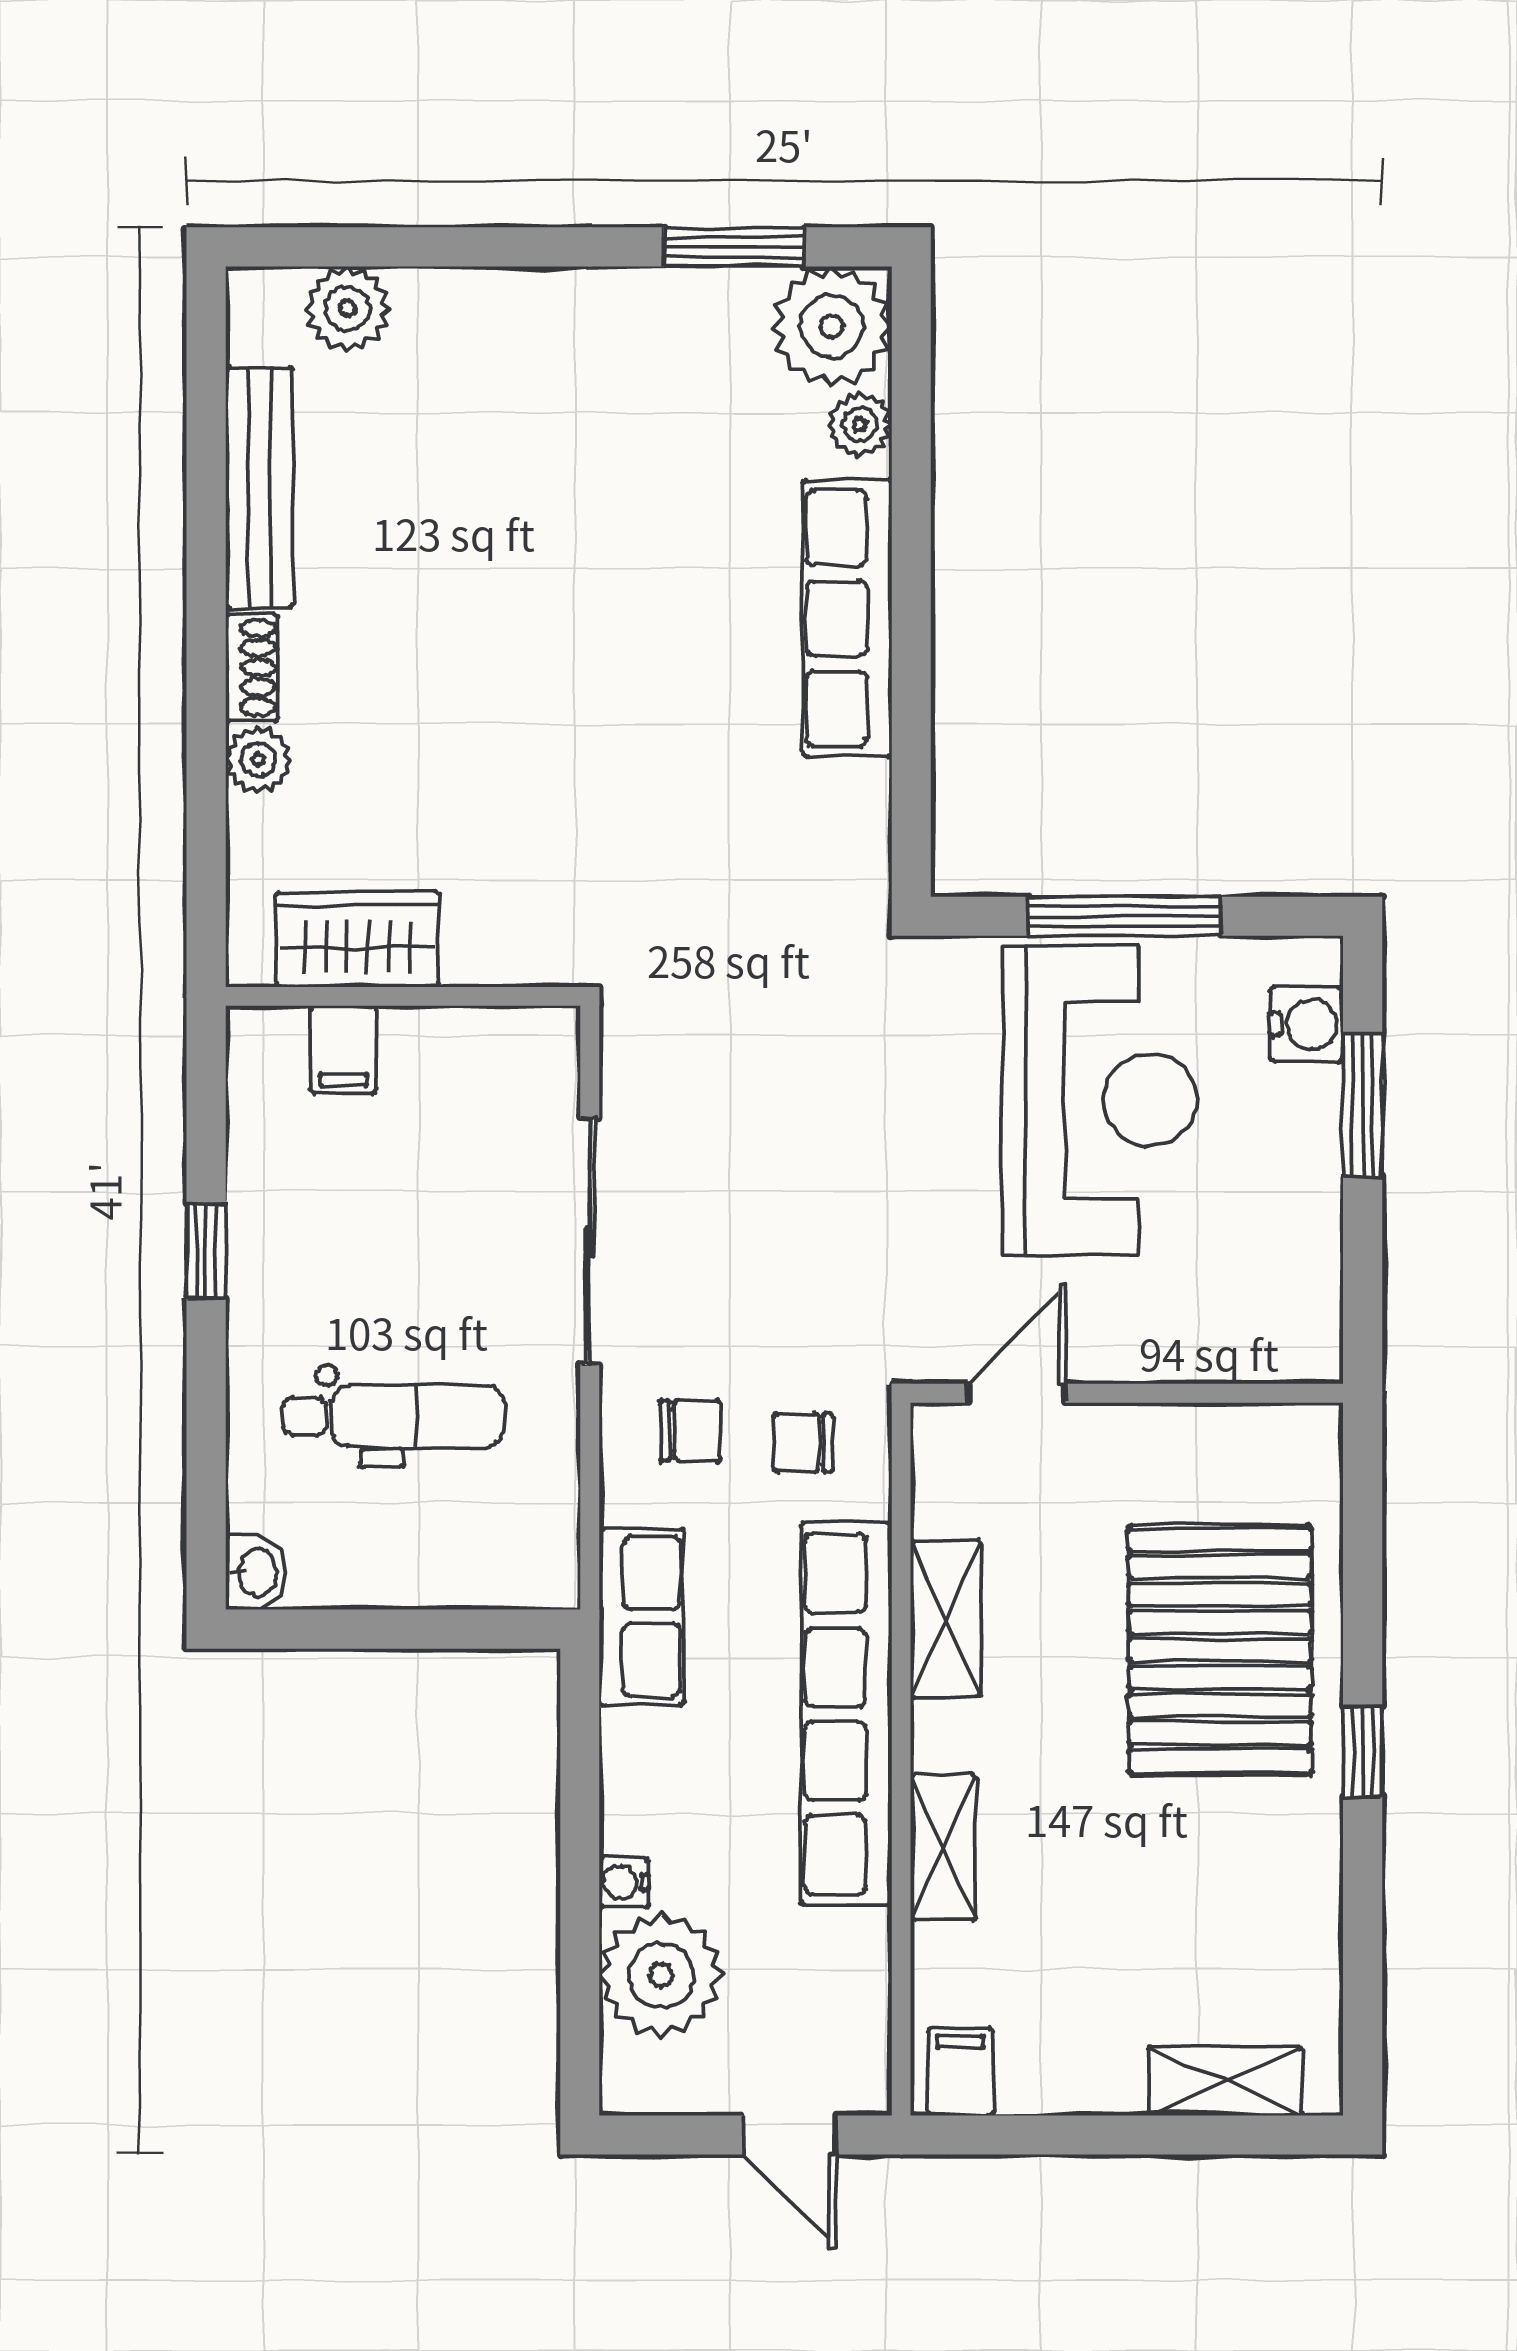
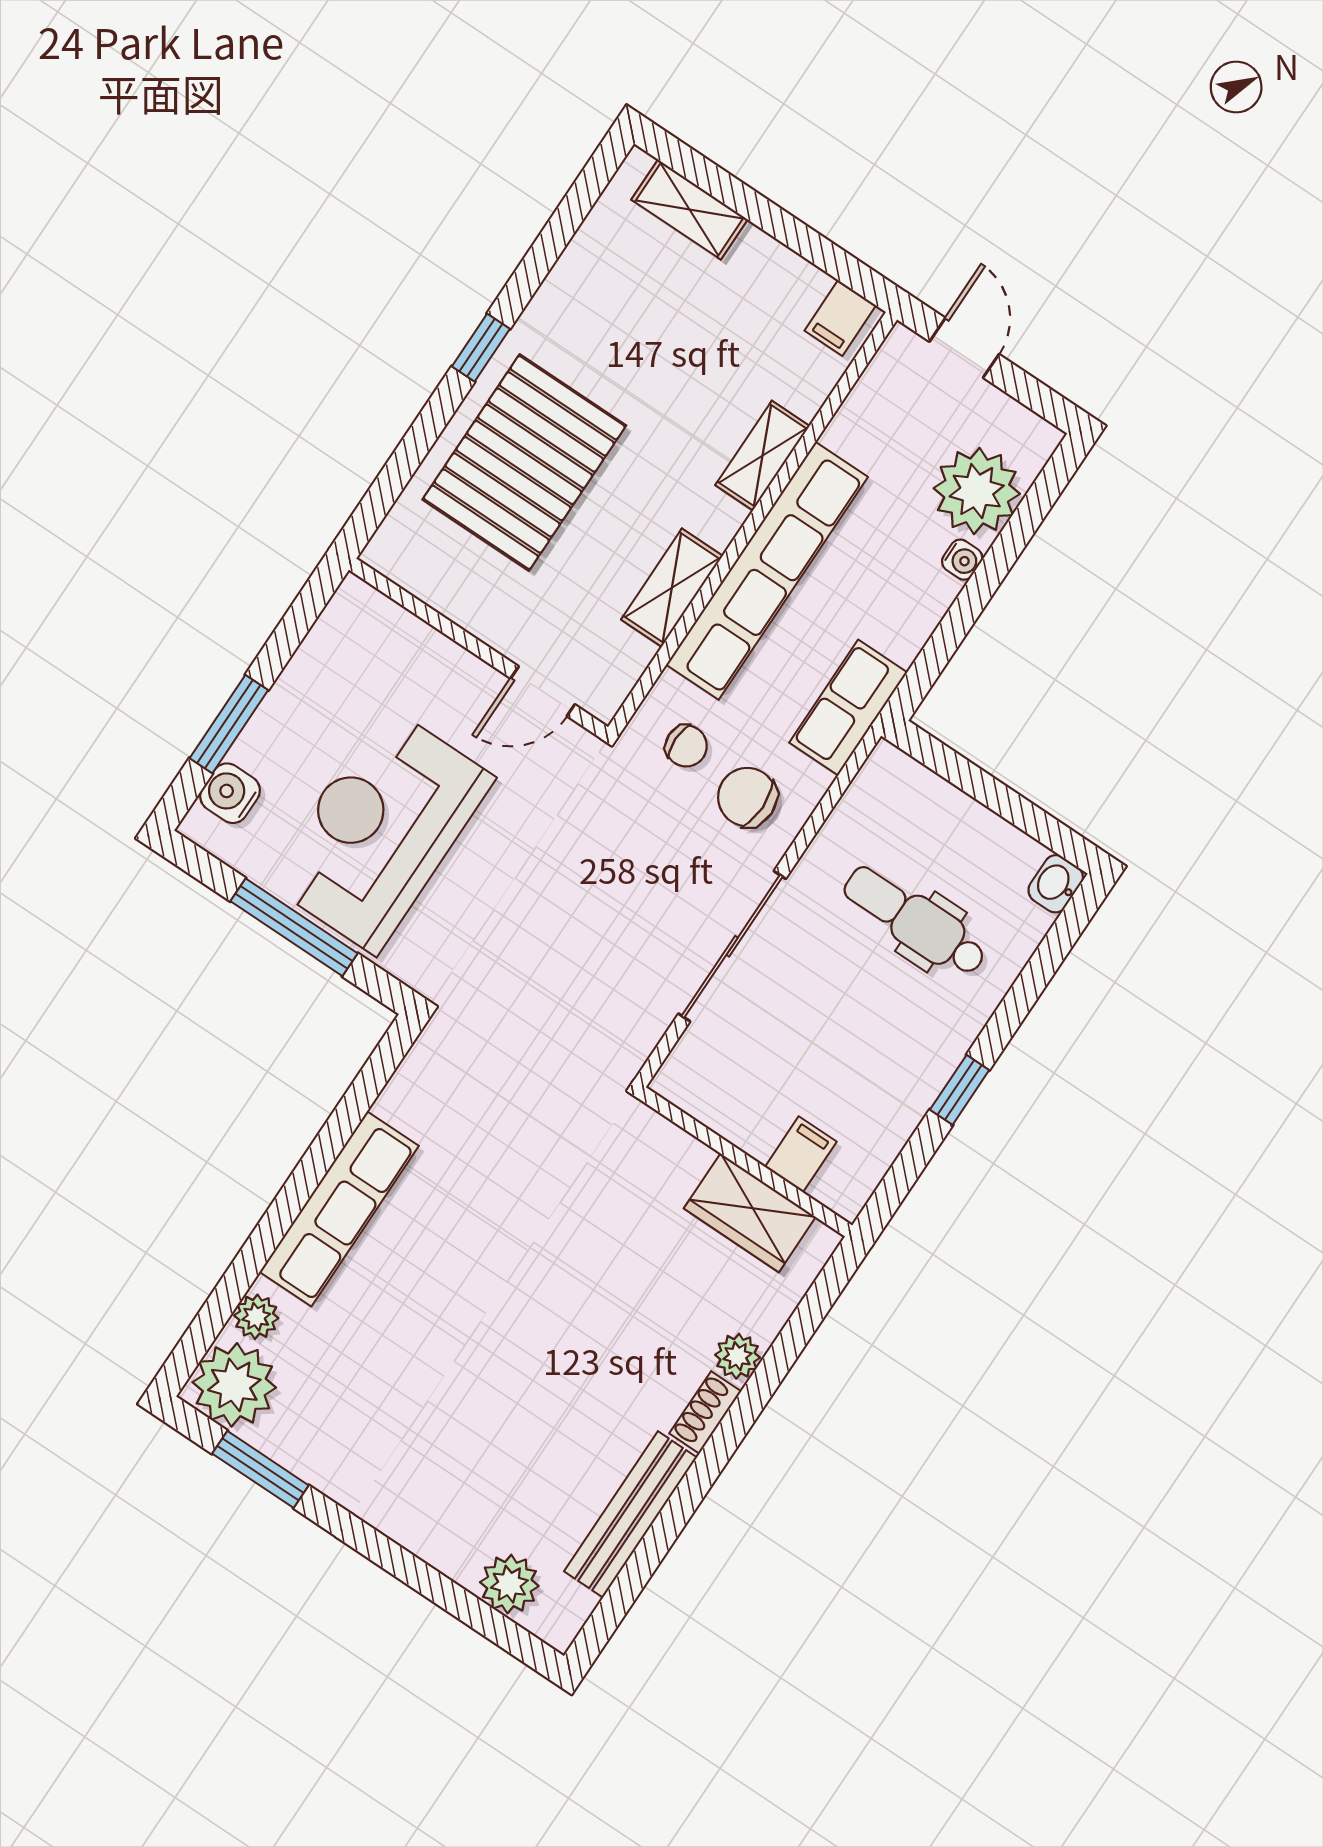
chair: (690, 1430) -> (747, 797), width x1.37, depth x1.37

